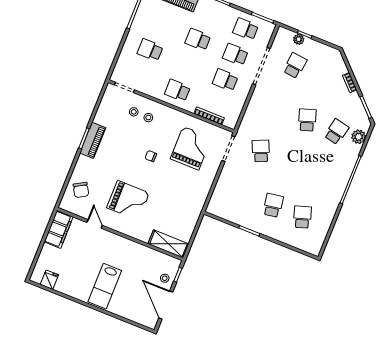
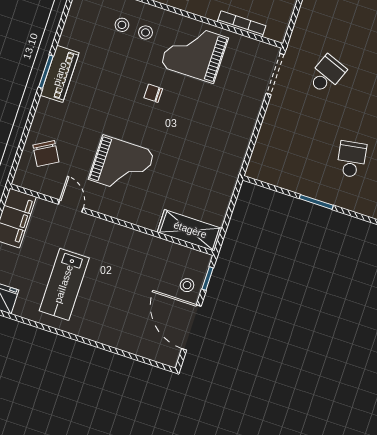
grand piano: (191, 148) -> (194, 52), moved, turned -90
school desk: (261, 151) -> (327, 74), turned 45
lab bench: (105, 286) -> (64, 284), moved

